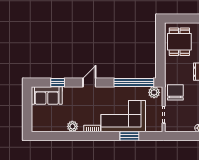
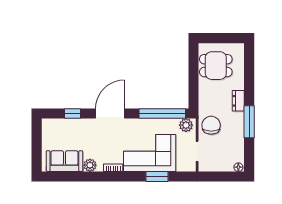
dining table: (179, 42) -> (216, 66), turned 90
door: (89, 82) -> (110, 113), width x1.88
sofa: (47, 96) -> (64, 161), moved, turned 180

